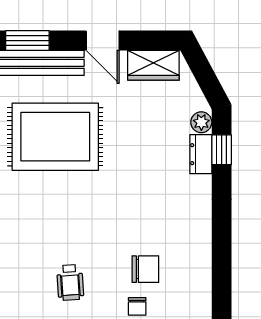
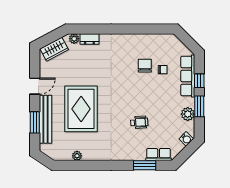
wardrobe: (153, 65) -> (54, 49), moved, turned 62
window: (222, 150) -> (87, 29), removed
wheelchair: (70, 282) -> (139, 122), moved

